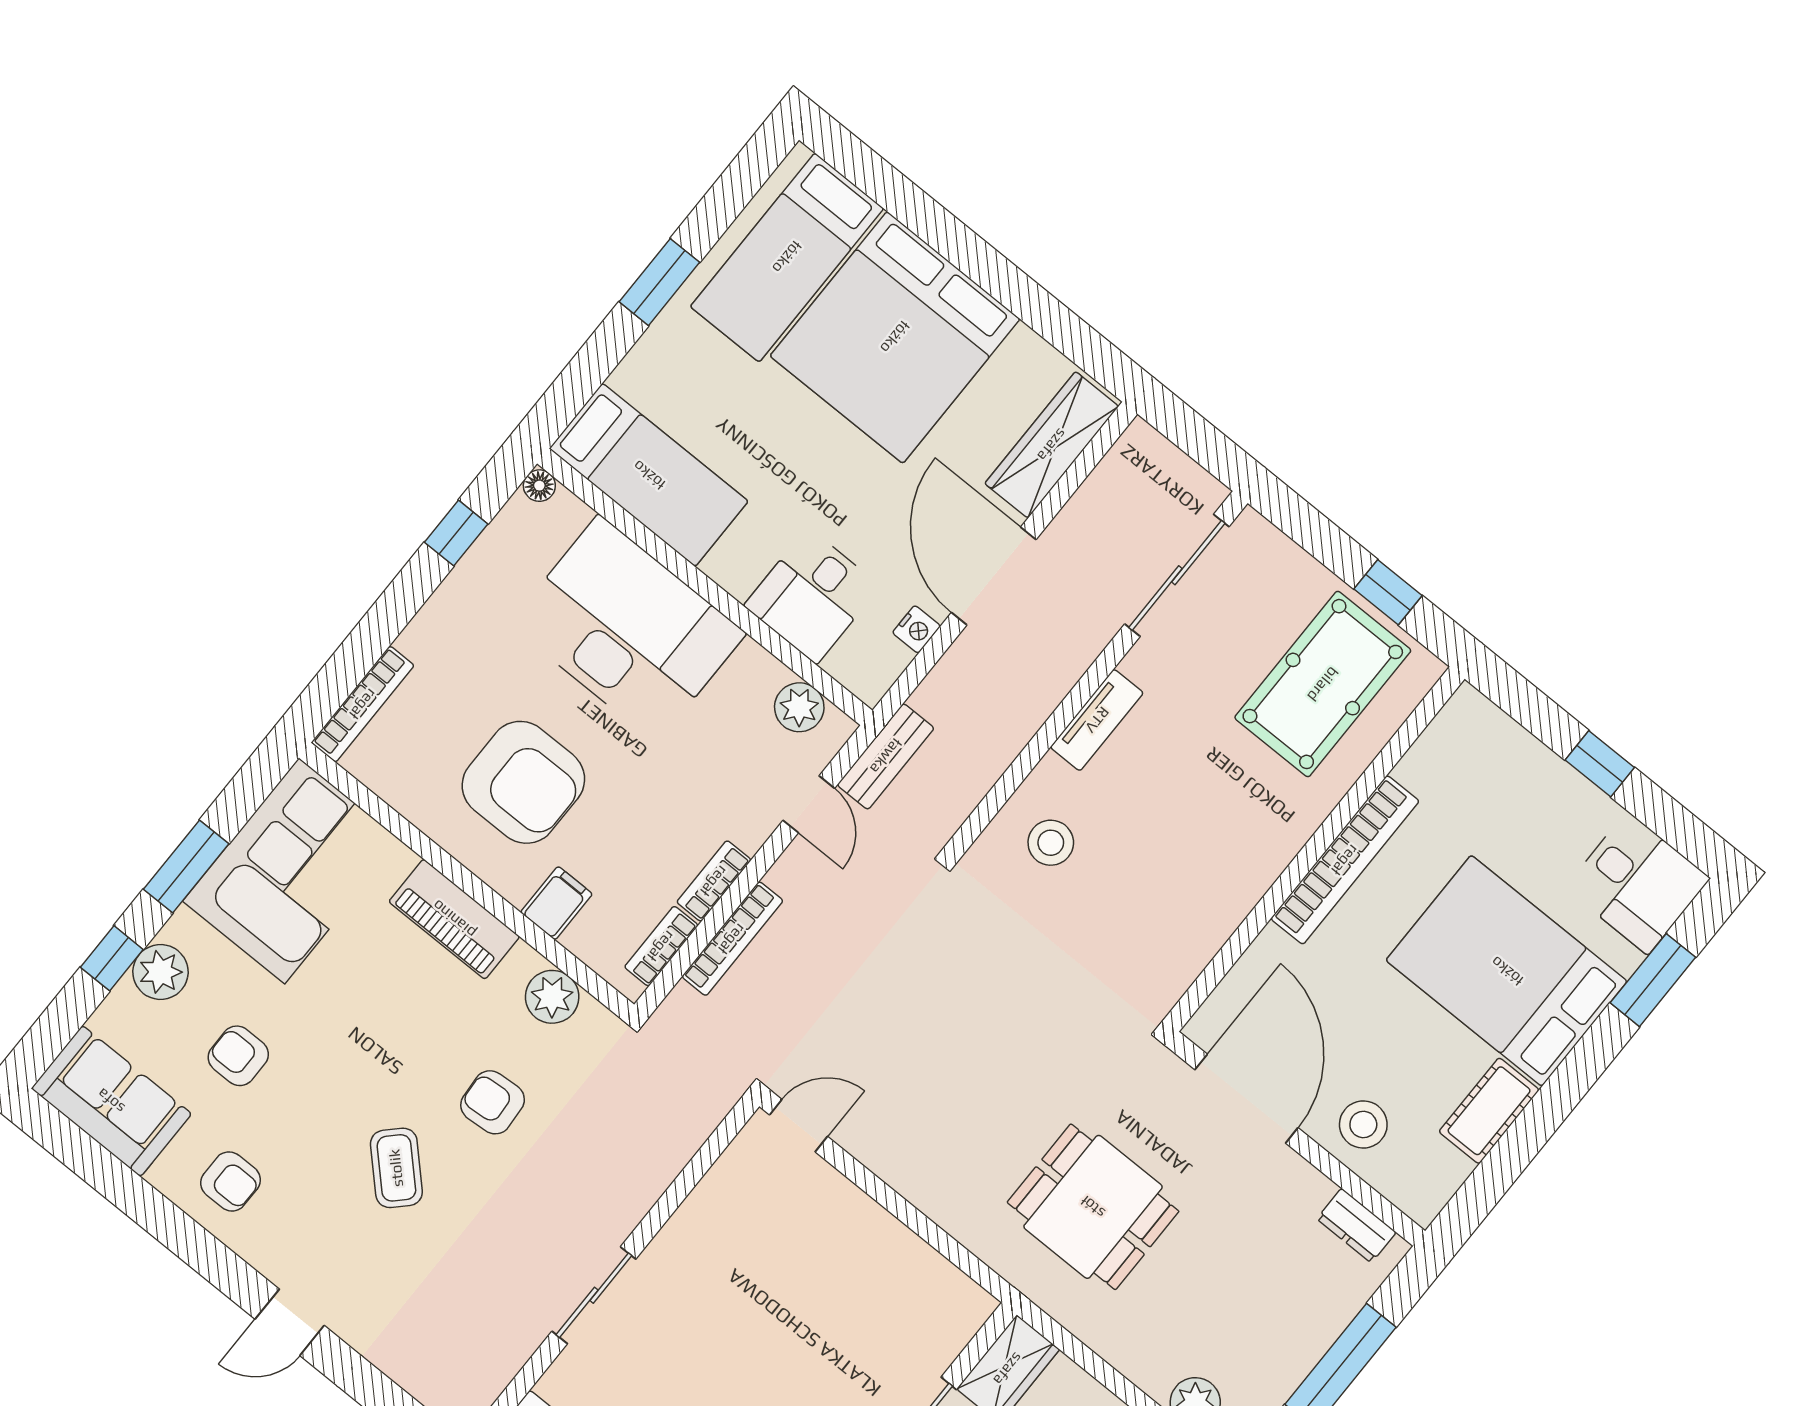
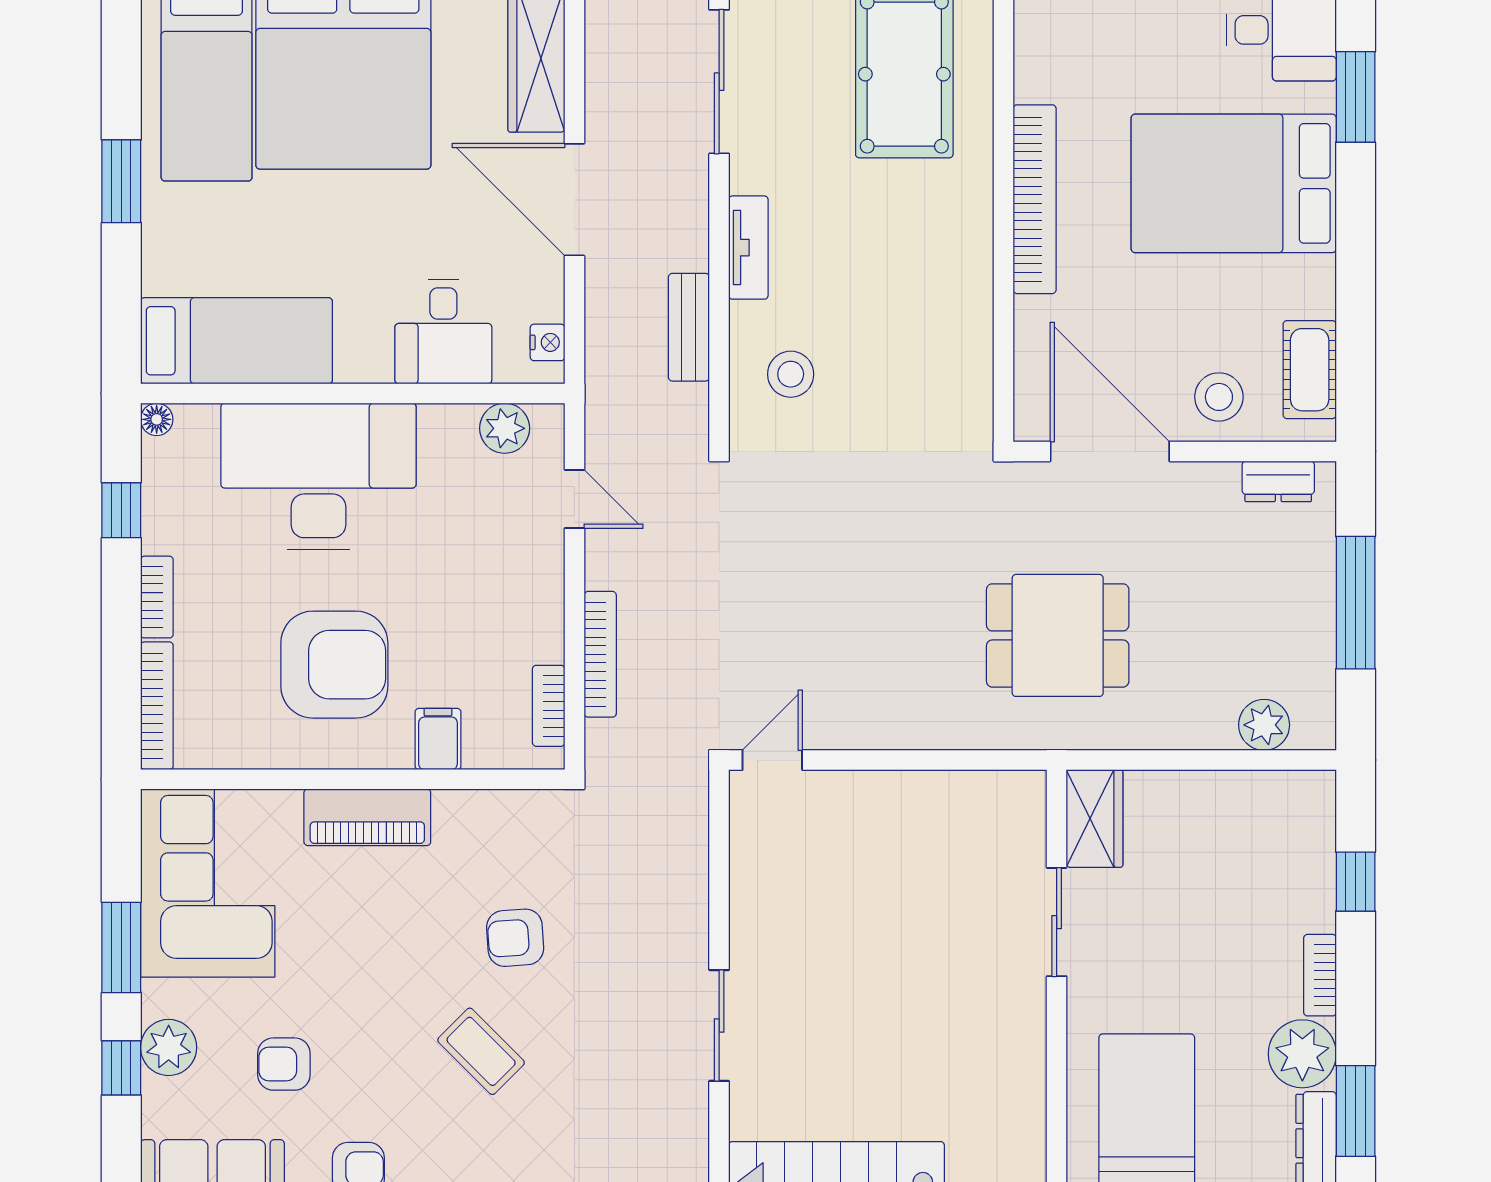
nightstand: (916, 629) -> (548, 342), moved
bench: (886, 756) -> (689, 327), moved
bookcase: (714, 881) -> (157, 597), moved, turned 180
plant: (552, 997) -> (495, 816), removed
cot: (1489, 1111) -> (1310, 370), moved

